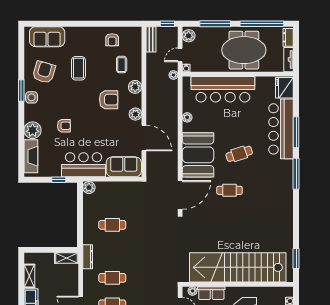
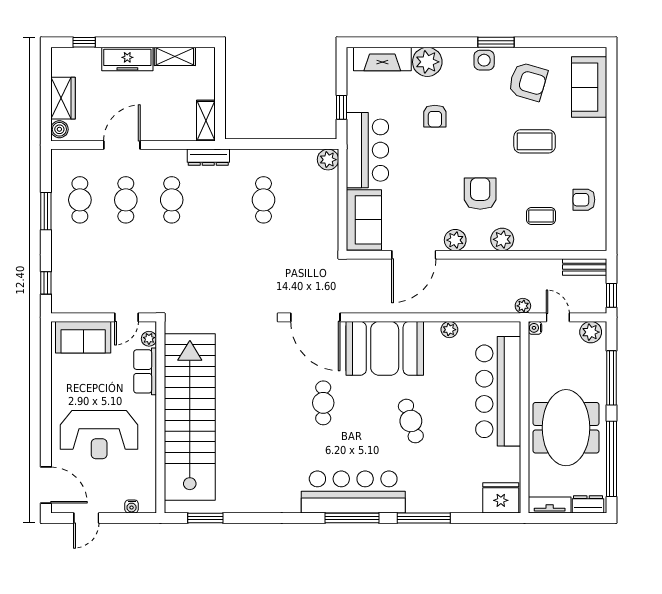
armchair: (109, 100) -> (480, 194), turned 180
bar counter: (281, 129) -> (353, 492), moved
cafe table: (239, 154) -> (411, 421), moved

